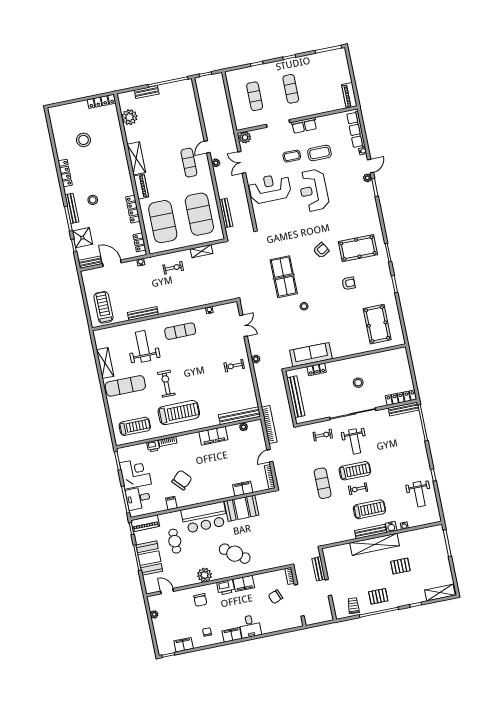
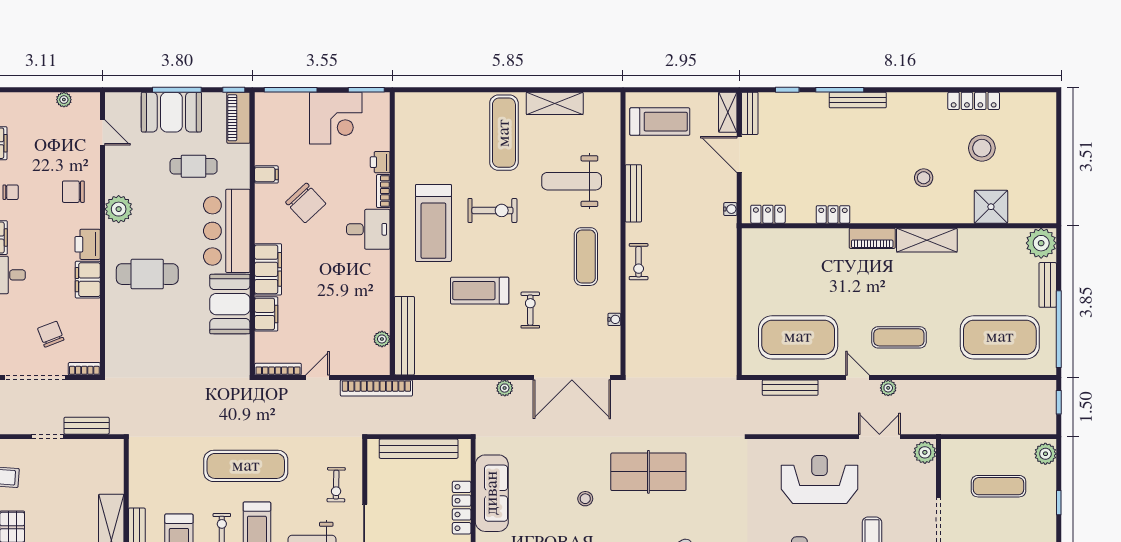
plant: (233, 76) -> (1045, 454), added
locker: (101, 101) -> (1047, 196), removed
plant: (129, 117) -> (1041, 243), moved
door: (207, 147) -> (858, 377), moved
locker: (65, 173) -> (974, 101), moved
reception desk: (270, 188) -> (820, 480), turned -90
stool: (93, 200) -> (924, 178), moved
locker: (133, 209) -> (833, 214), width x0.66
exercise mat: (163, 222) -> (1000, 337), moved
shower: (82, 238) -> (991, 207), moved
shelving: (202, 251) -> (728, 112), moved
door: (112, 263) -> (739, 154), swing flipped
exercise bike: (173, 268) -> (639, 262), moved
double door: (243, 326) -> (572, 377), width x1.87
weight bench: (143, 346) -> (572, 181), turned 180
exercise bike: (234, 366) -> (530, 310), moved
locker: (317, 370) -> (462, 508), width x1.53
treadmill: (135, 426) -> (480, 291), moved, turned 90
filing cabinet: (213, 436) -> (268, 269), moved, turned 180
door: (270, 456) -> (317, 377), hinge flipped
exercise mat: (323, 483) -> (246, 466), width x1.36, depth x1.45
desk: (138, 498) -> (368, 229), moved, turned 90
cafe table: (235, 554) -> (147, 274), turned 55
door: (167, 591) -> (102, 133), hinge flipped

